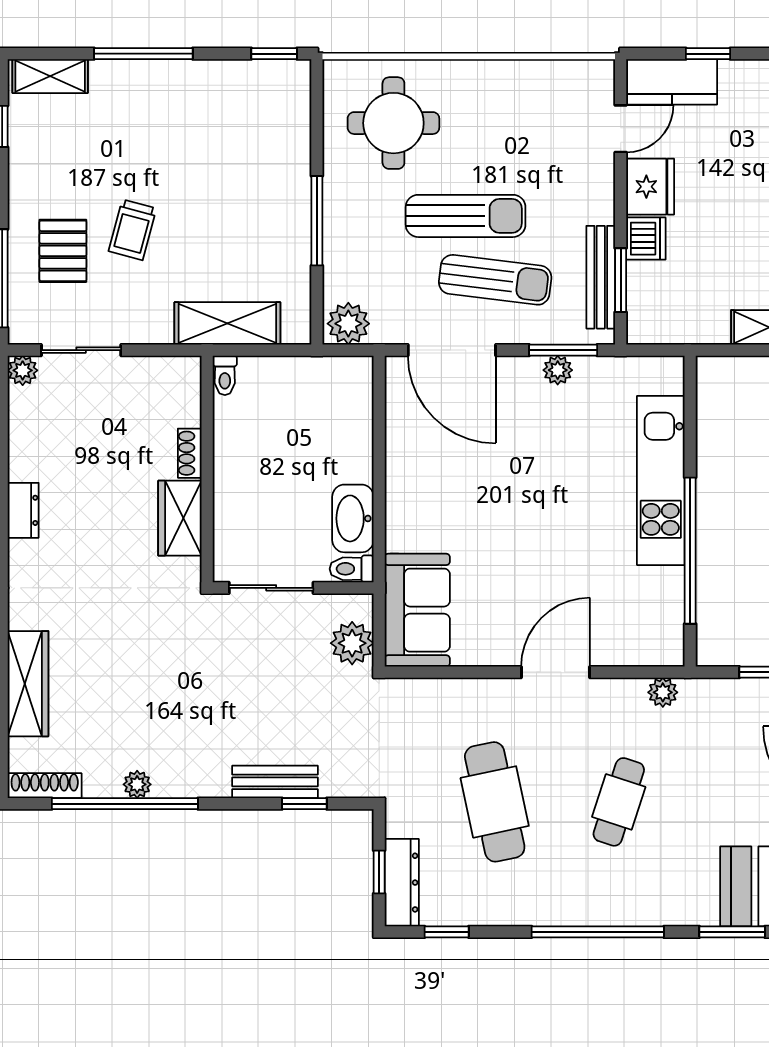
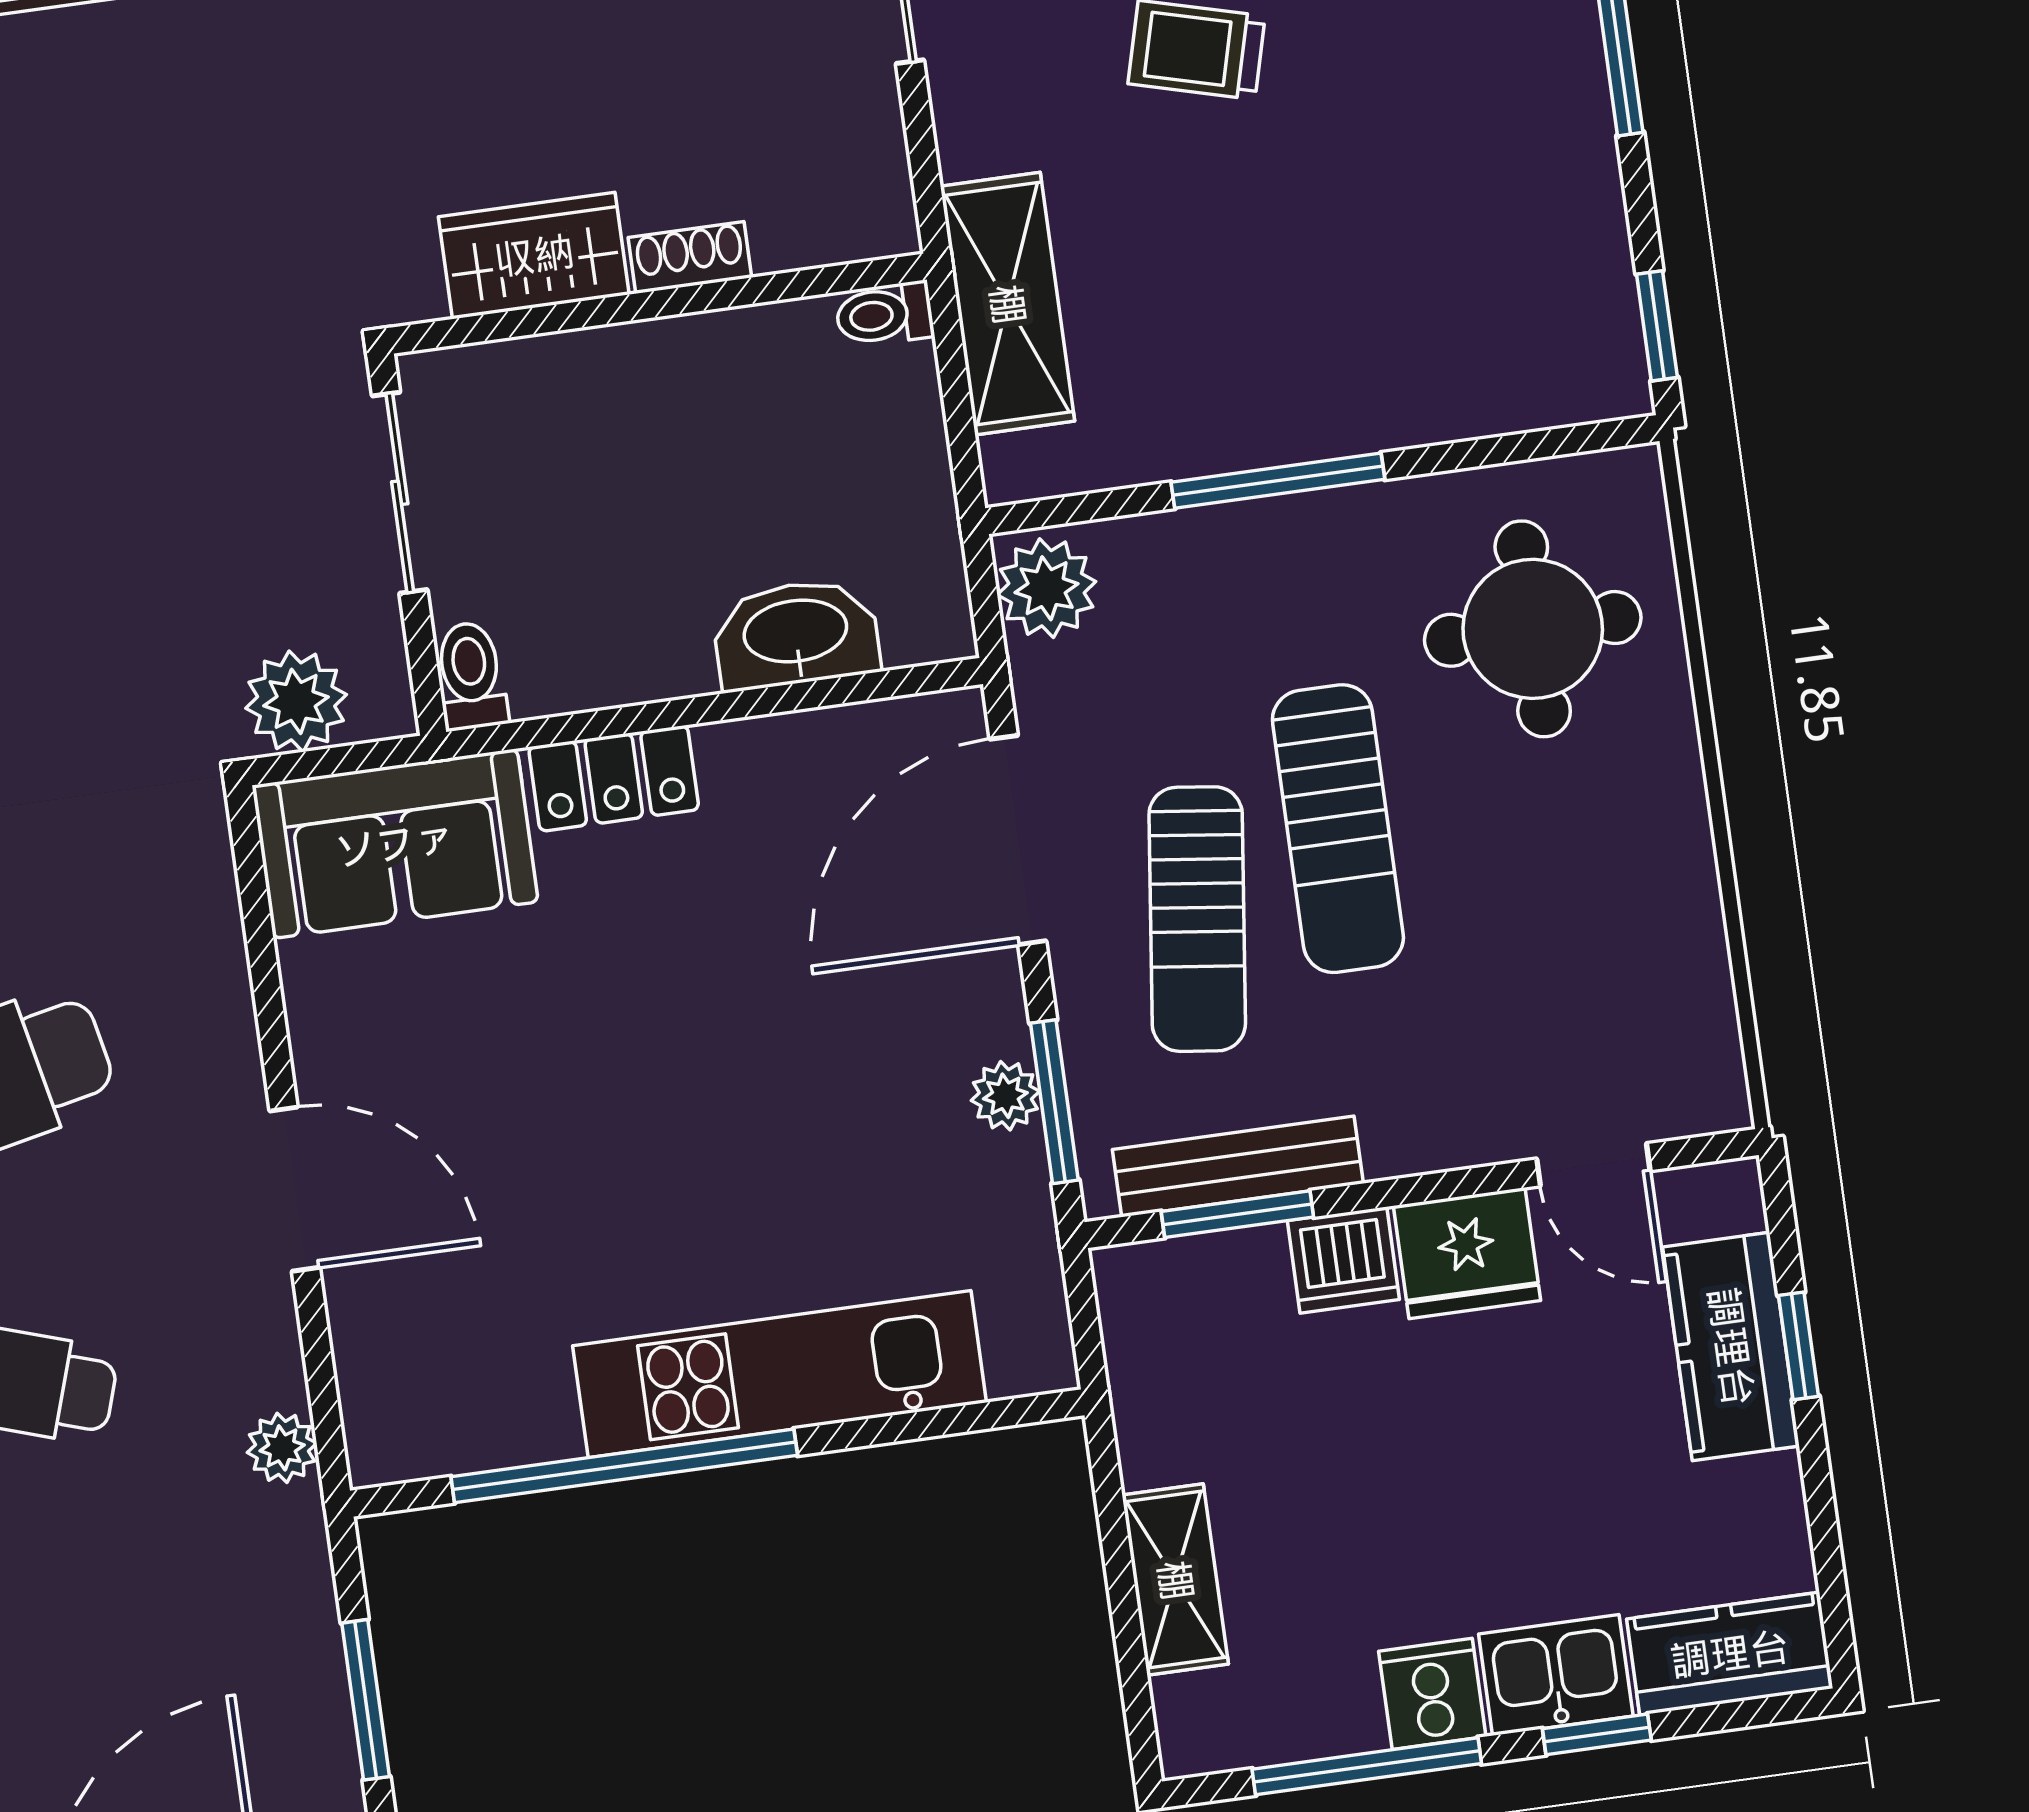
kitchen counter: (672, 82) -> (1731, 1347), moved
locker: (403, 515) -> (614, 778), added
washbasin: (353, 518) -> (796, 634), moved

